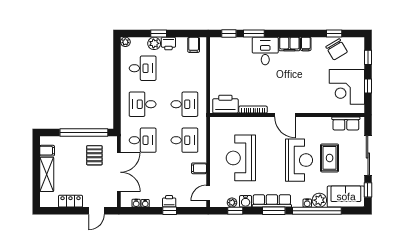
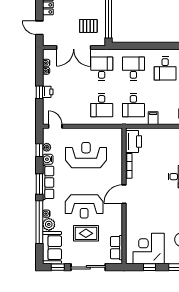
desk: (143, 140) -> (102, 68), turned 180
filing cabinet: (199, 168) -> (153, 118), moved

